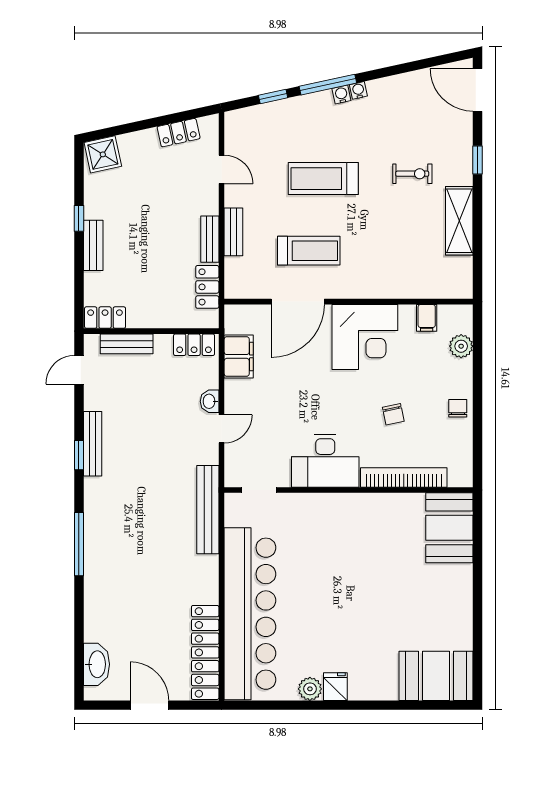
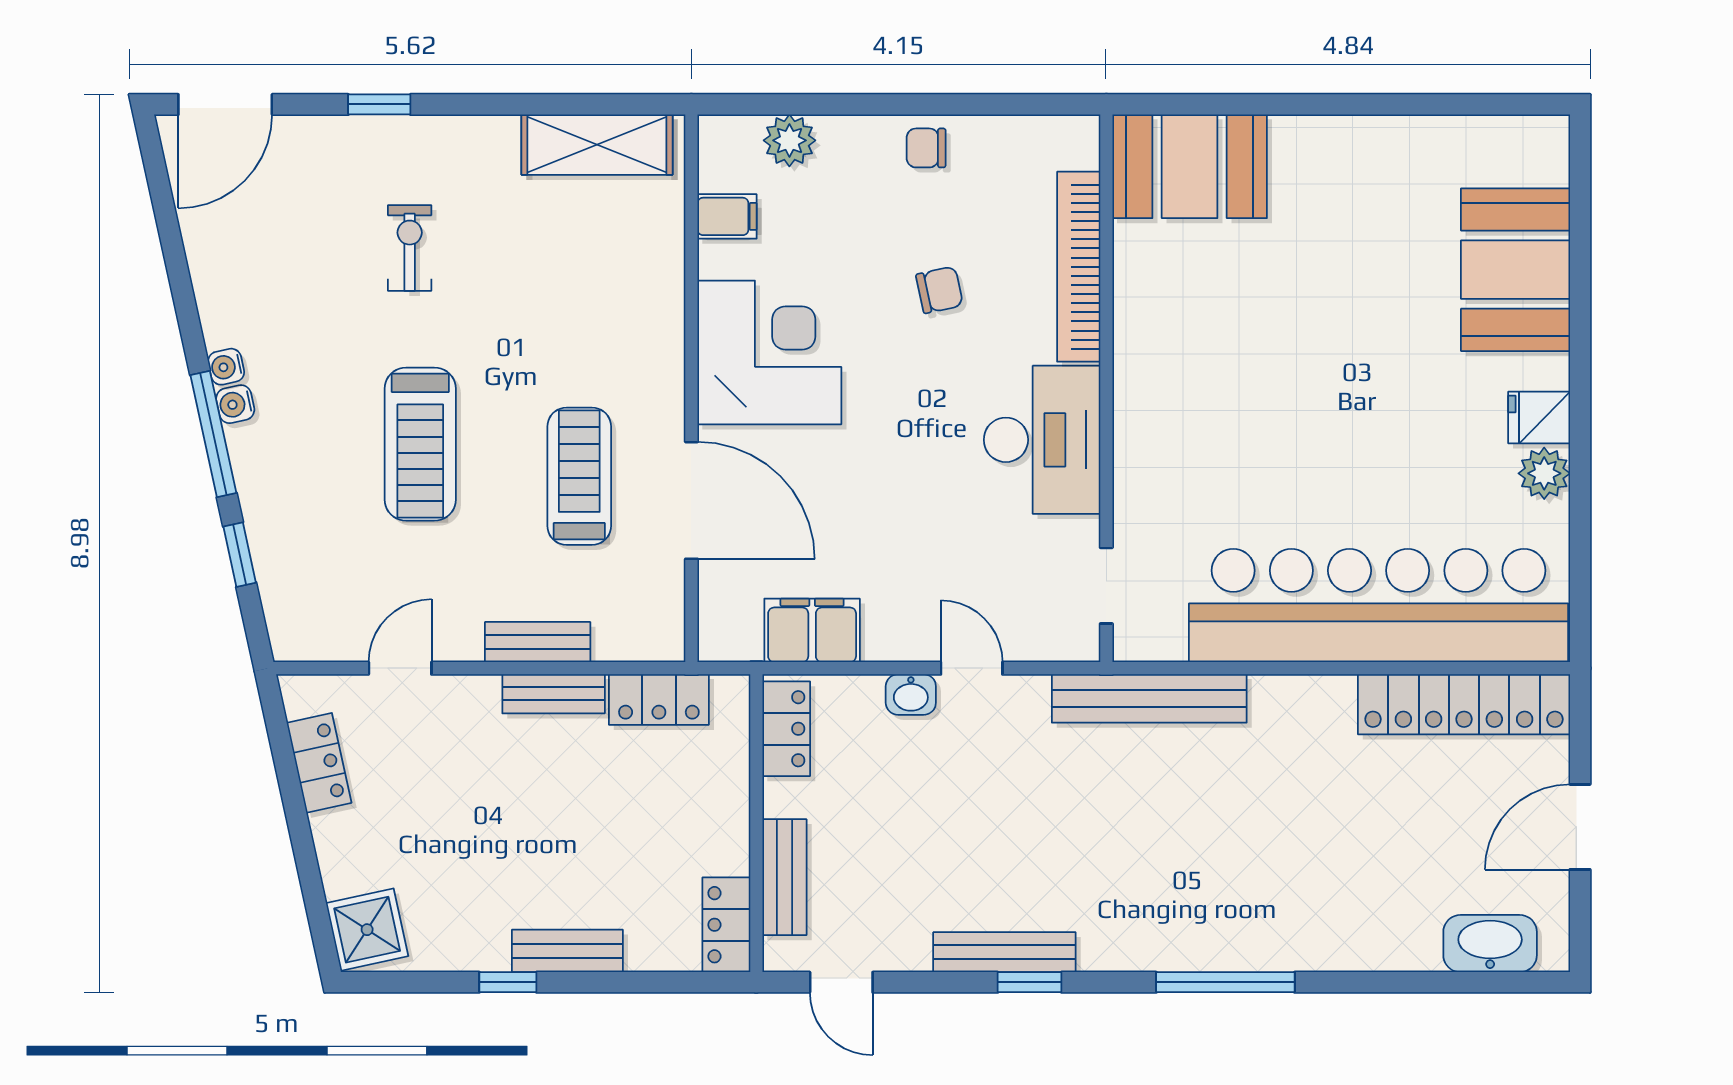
shelving: (459, 221) -> (597, 145), moved
booth: (436, 676) -> (1516, 270), moved

